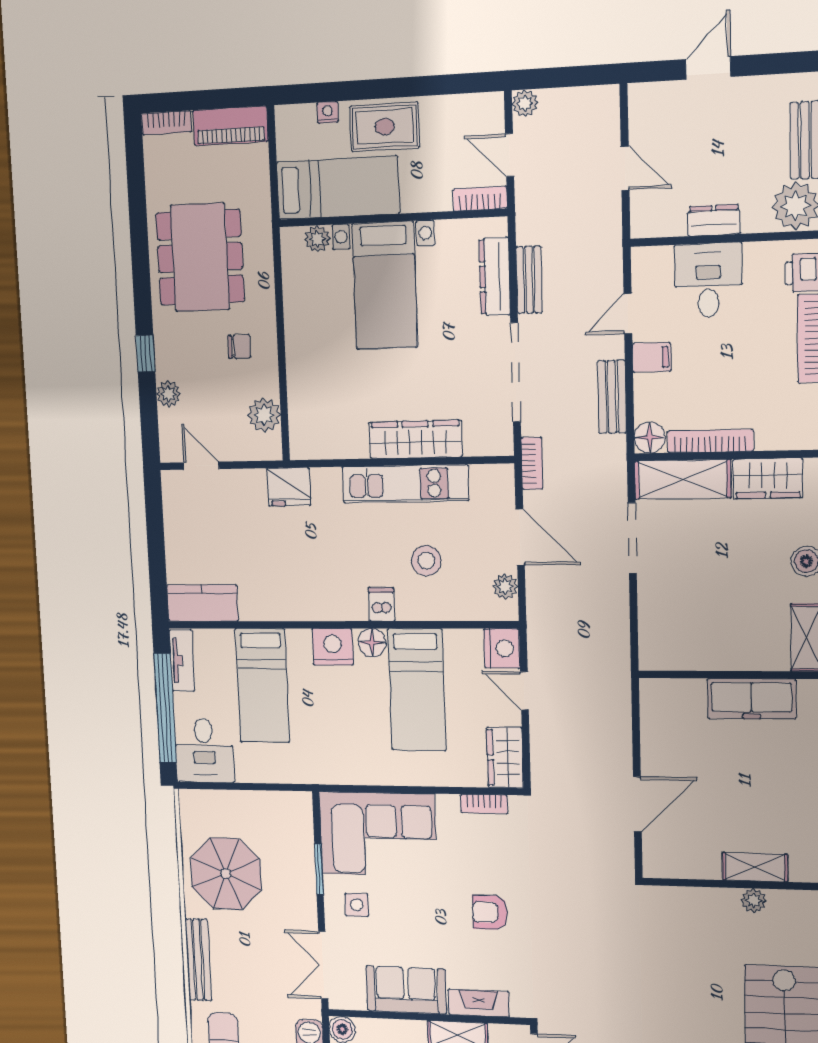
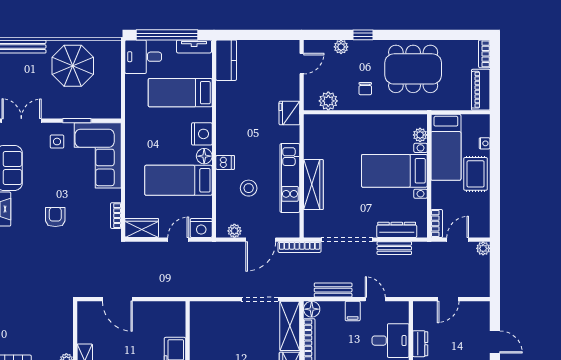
bookcase: (532, 463) -> (300, 247), width x1.56

